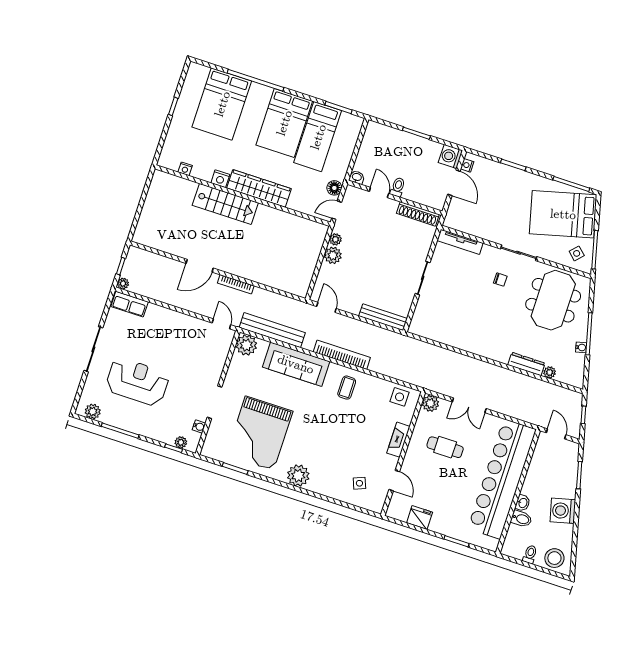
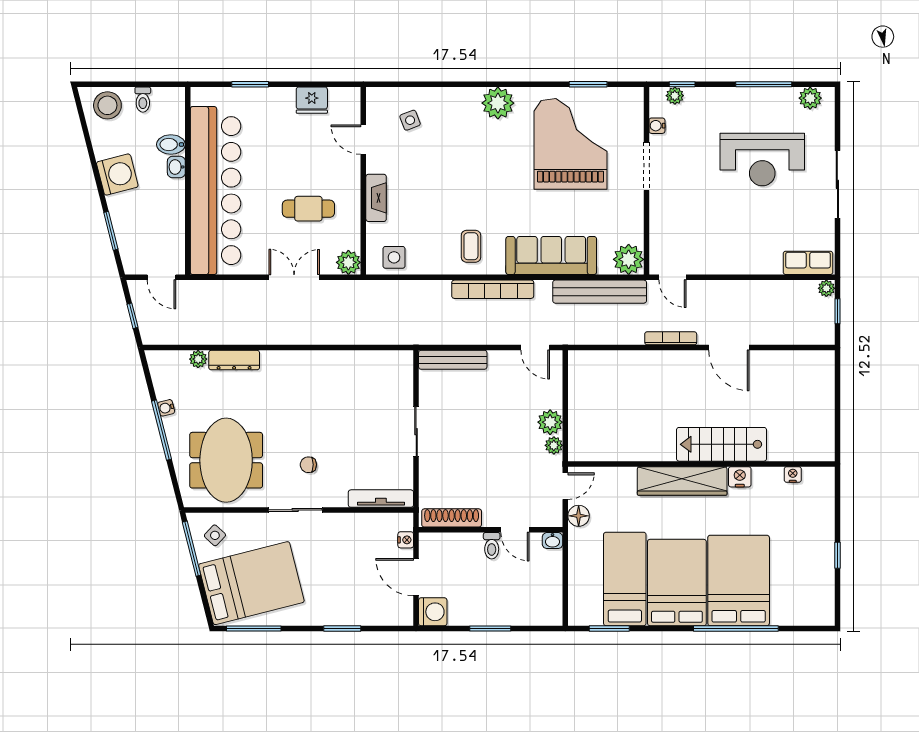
bed: (222, 104) -> (739, 580), moved
nightstand: (467, 165) -> (406, 540), moved
door: (200, 266) -> (729, 348), swing flipped

